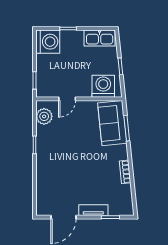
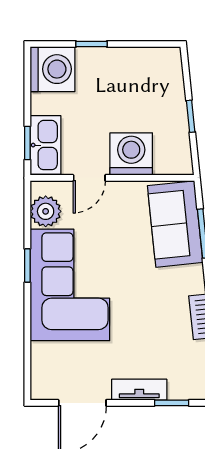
kitchen sink: (100, 38) -> (45, 145), moved, turned -90
washing machine: (103, 86) -> (131, 154), moved
corner sofa: (57, 155) -> (70, 285), added

